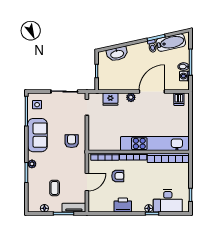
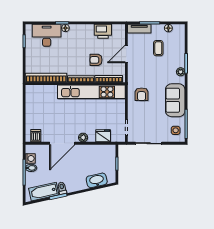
kitchen unit: (155, 144) -> (91, 92), moved
printer: (123, 205) -> (103, 31), moved

